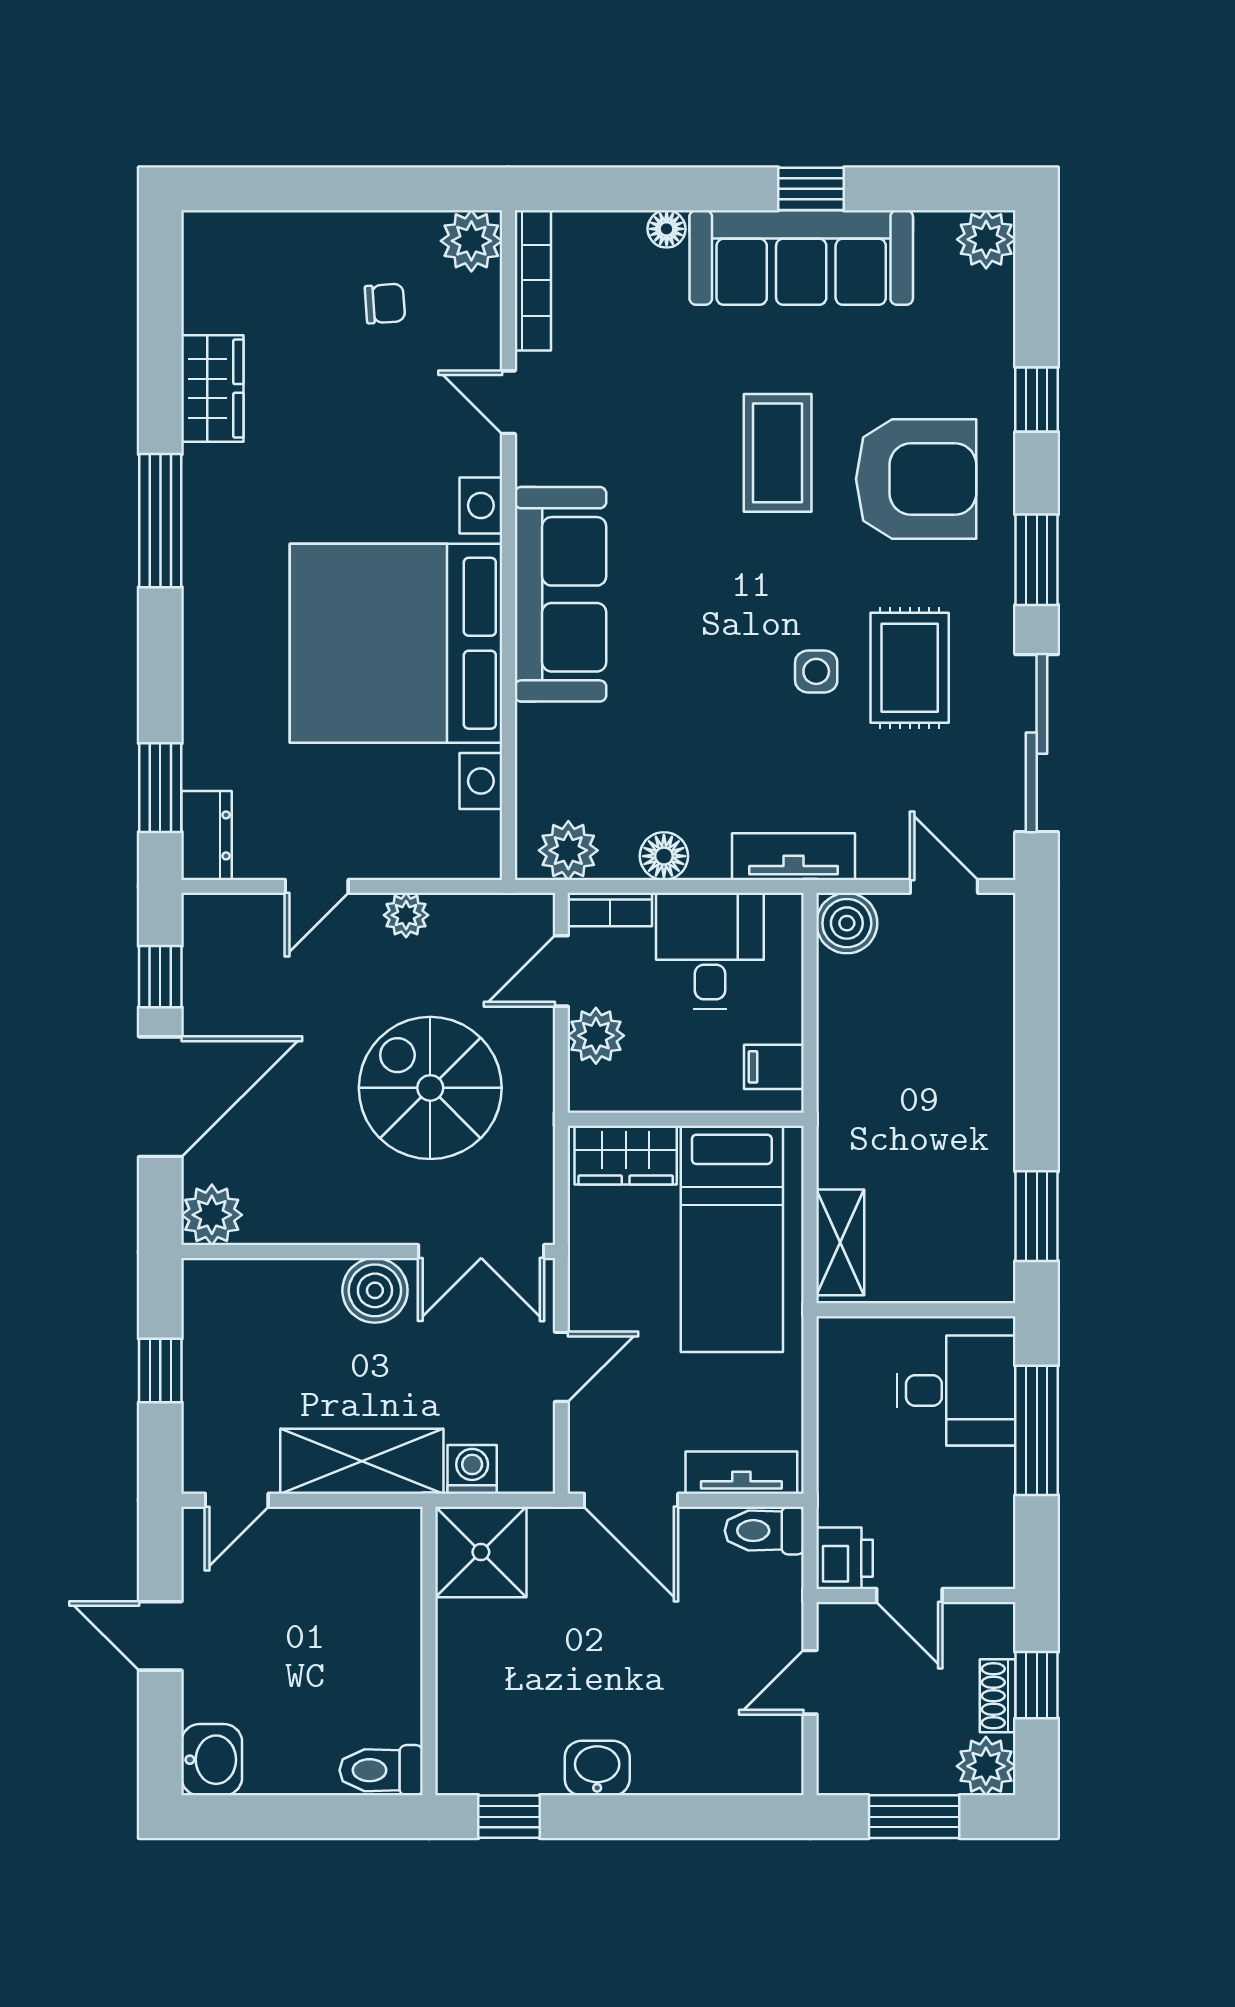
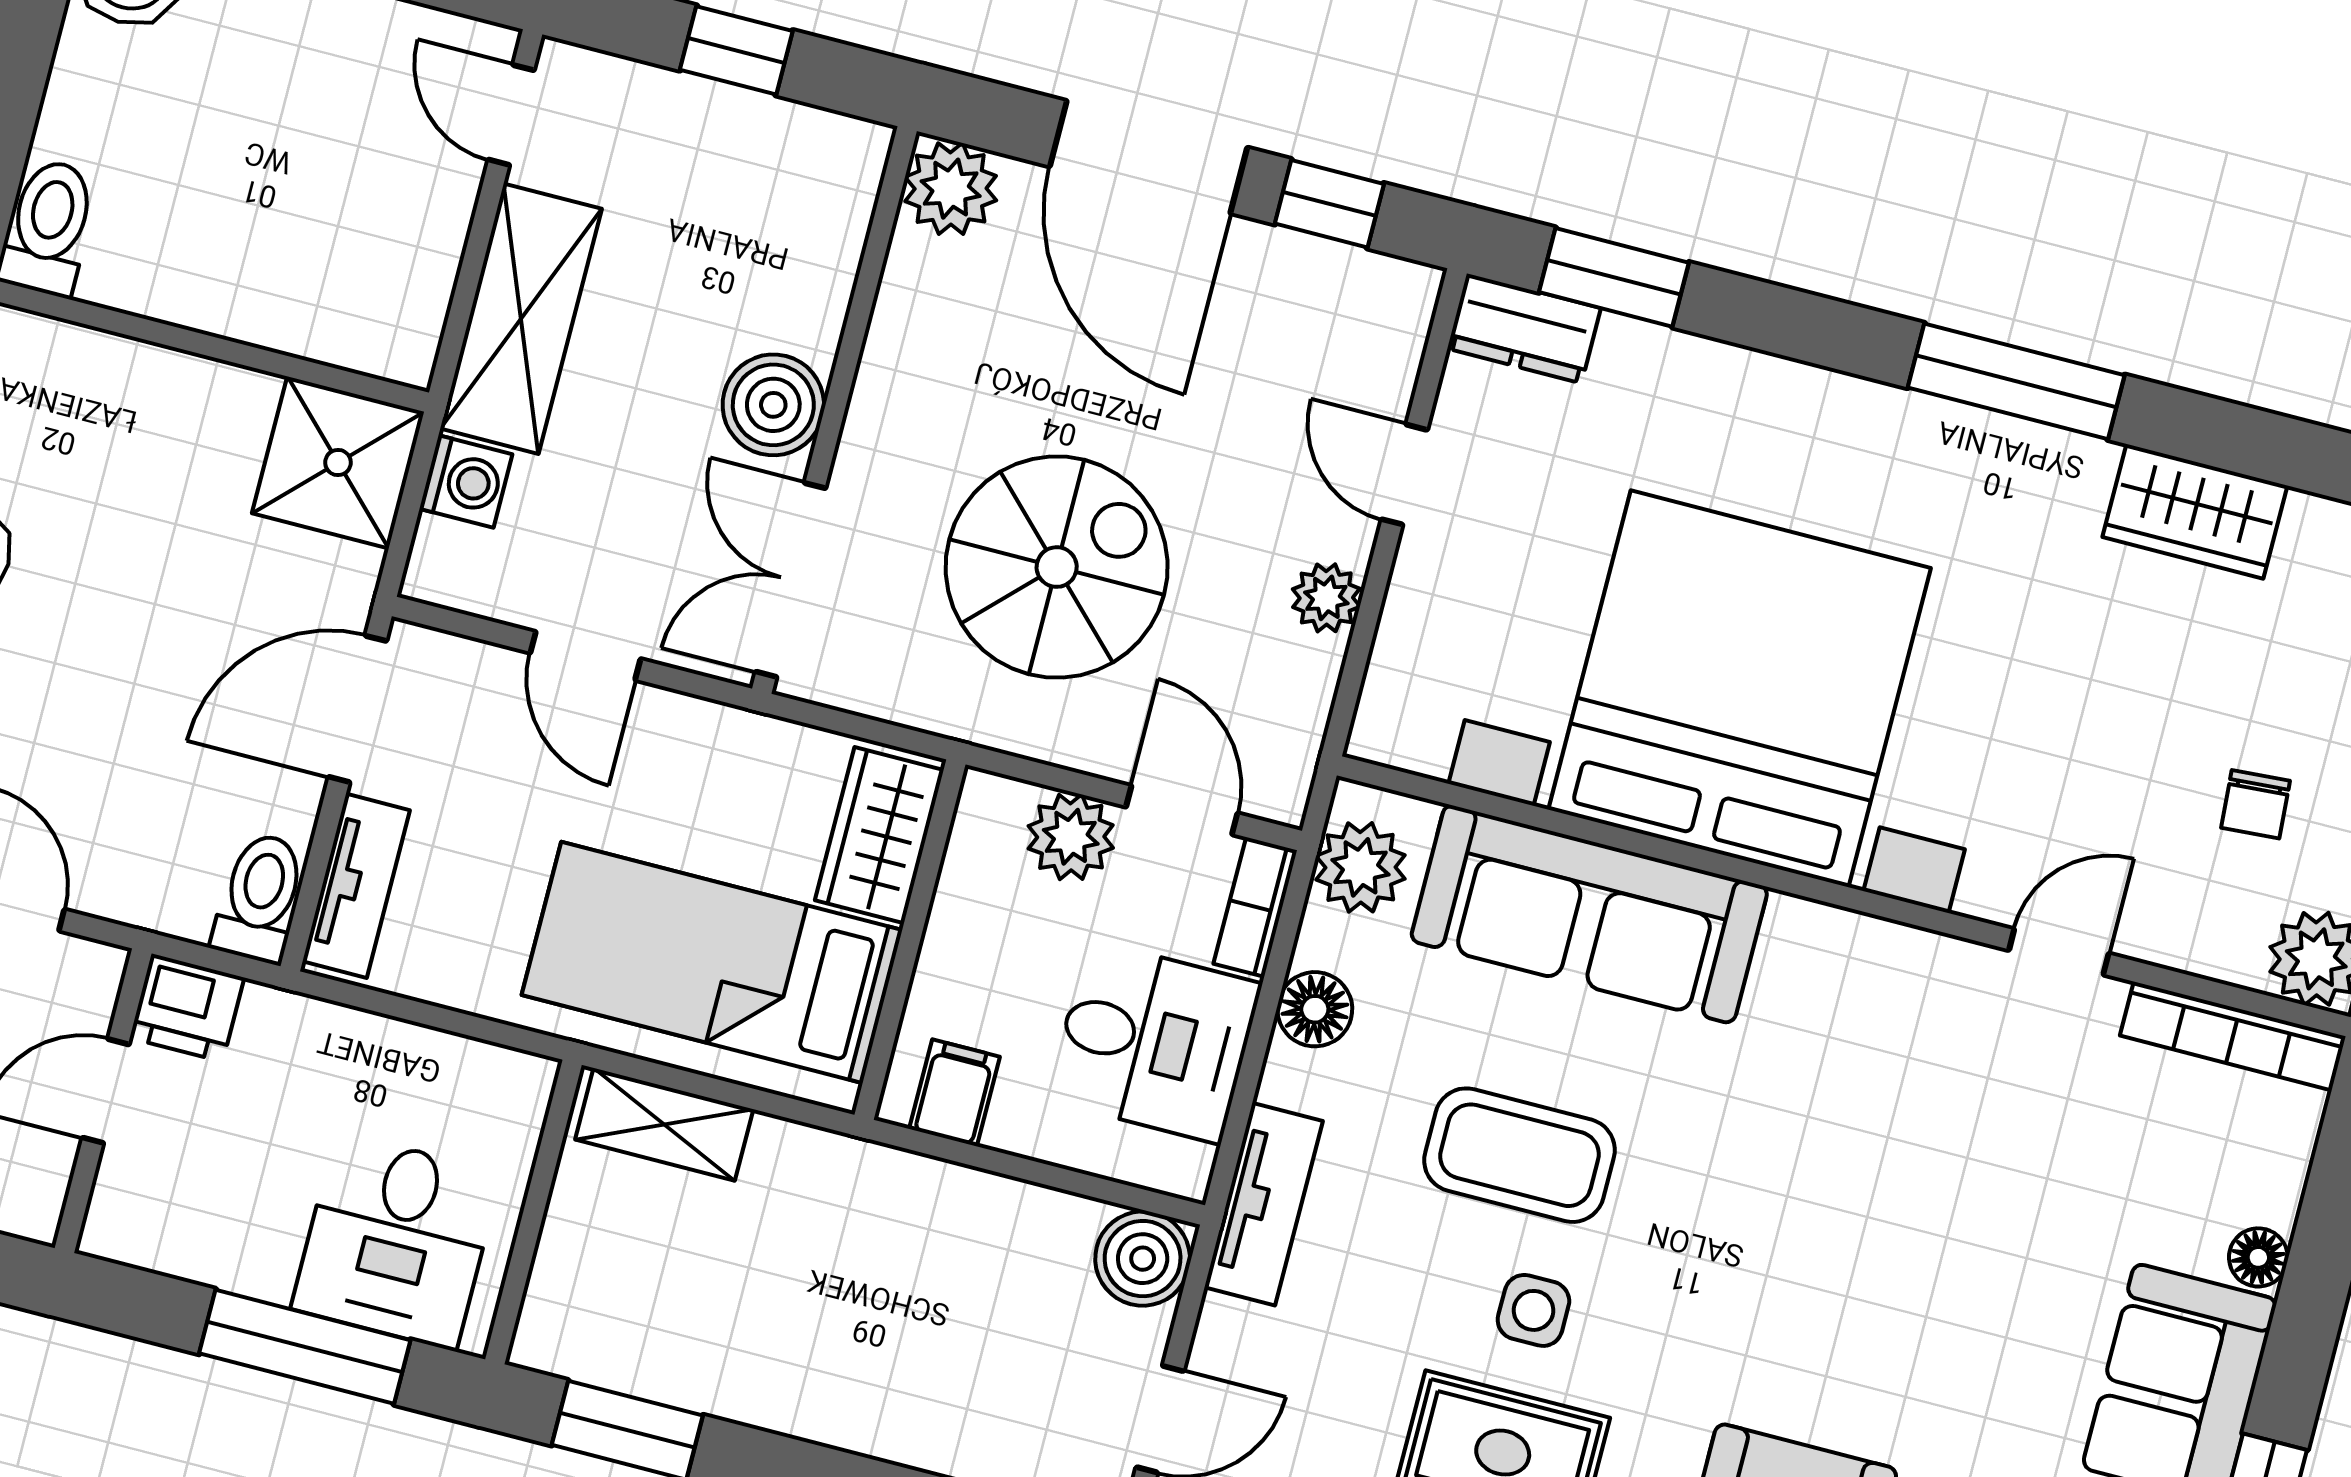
coffee table: (778, 453) -> (1519, 1155), moved
sofa: (560, 594) -> (1589, 914), moved

